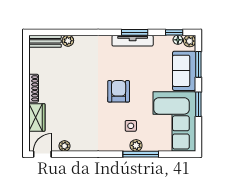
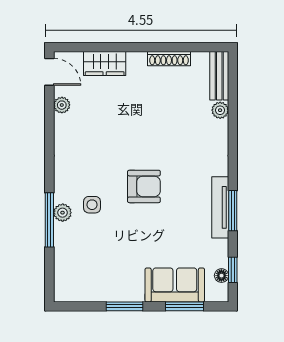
plant: (190, 41) -> (220, 293), removed
shoe rack: (34, 88) -> (169, 59), moved
corner sofa: (174, 121) -> (99, 270), removed

